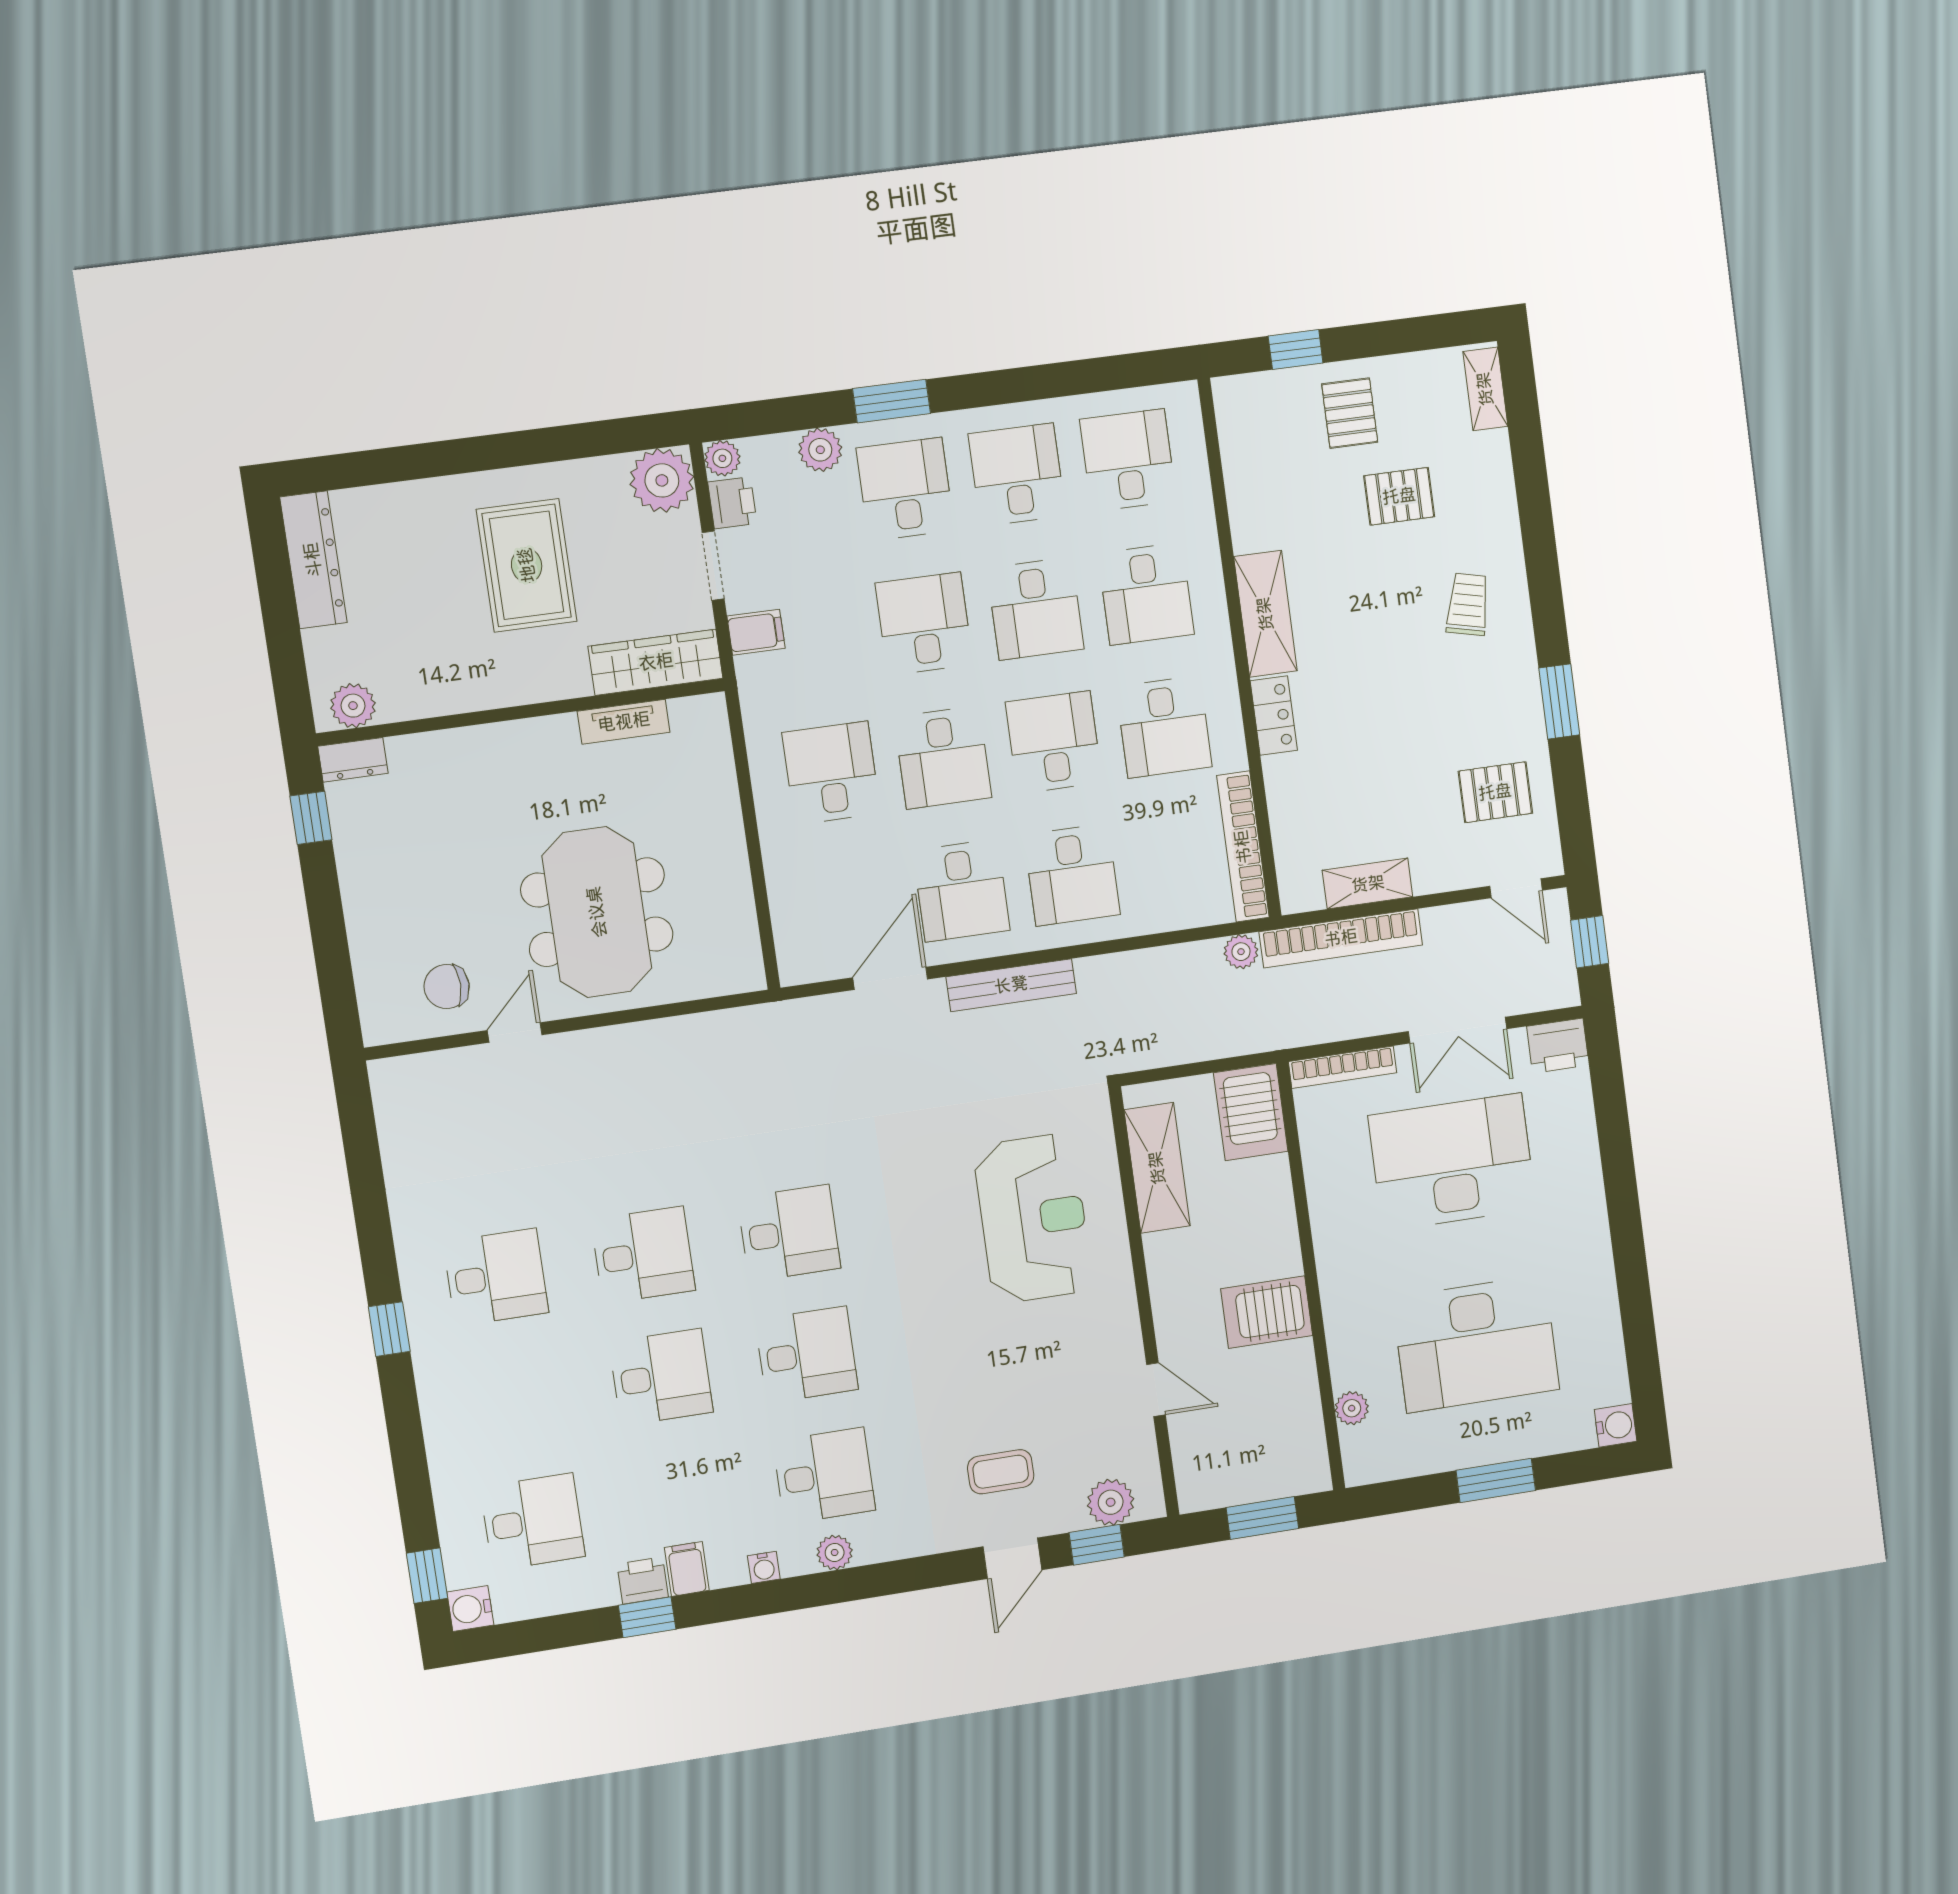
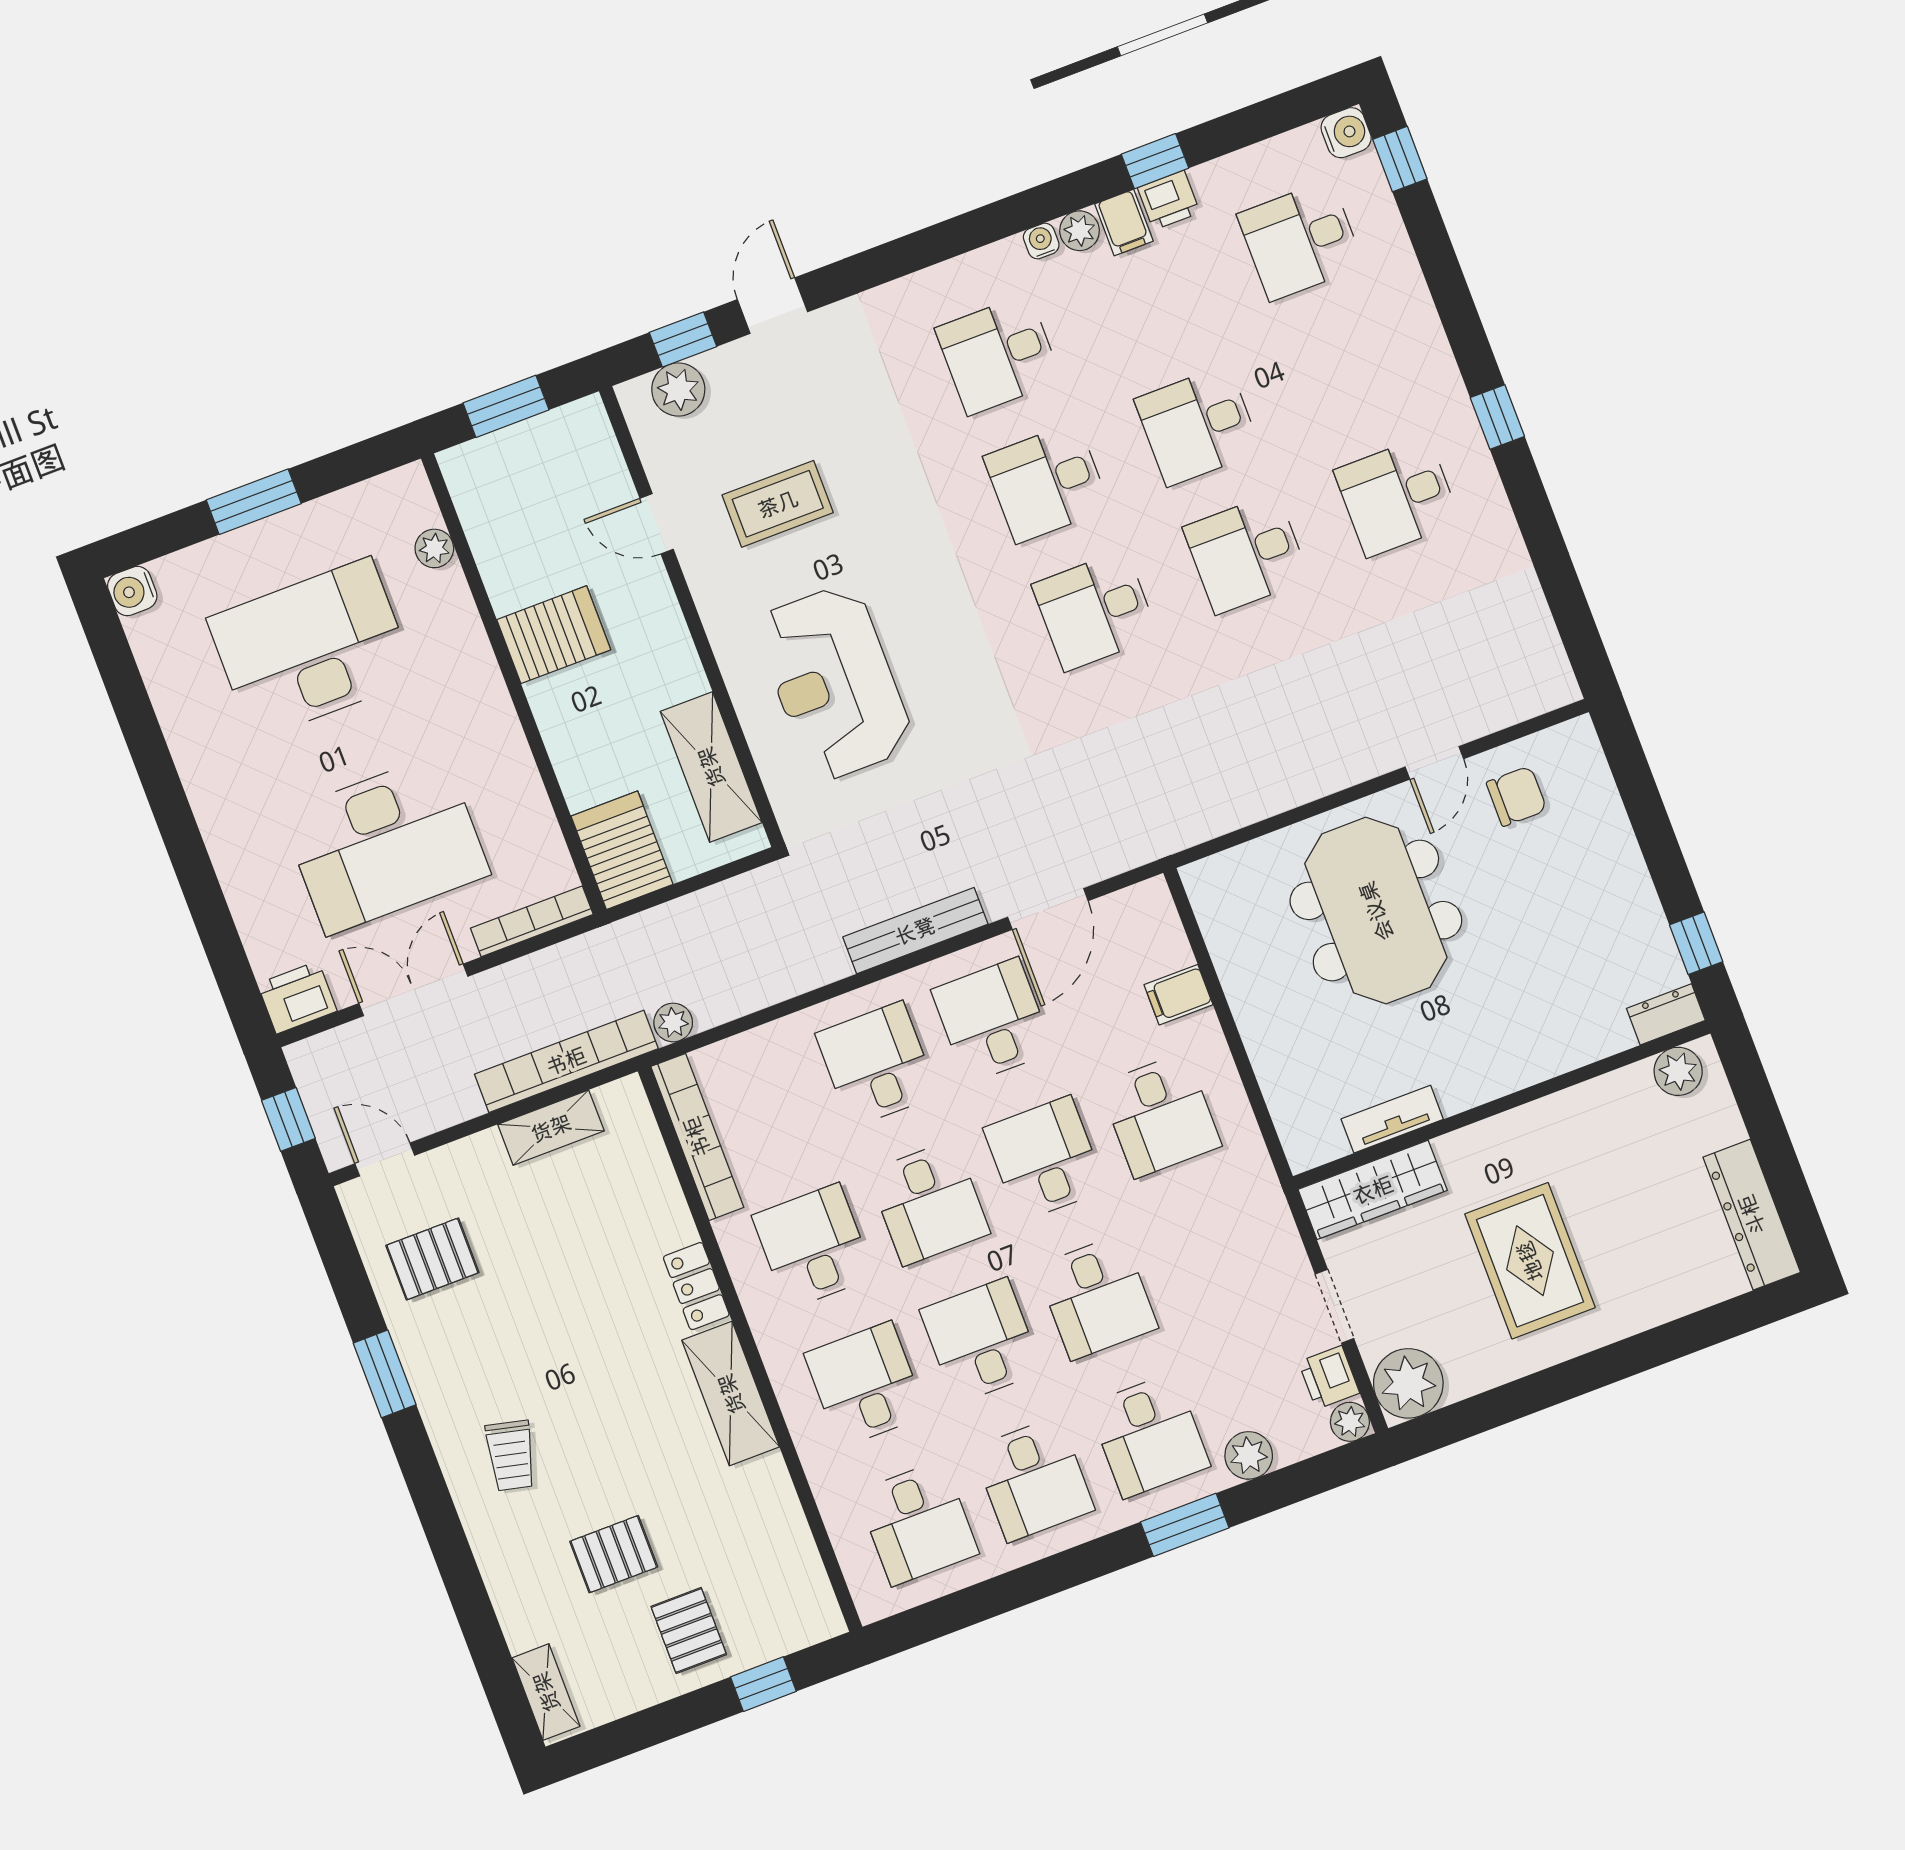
filing cabinet: (756, 632) -> (1179, 995), moved
coffee table: (1001, 1472) -> (778, 504), moved, width x1.36, depth x1.30
plant: (835, 1552) -> (1080, 231), moved

